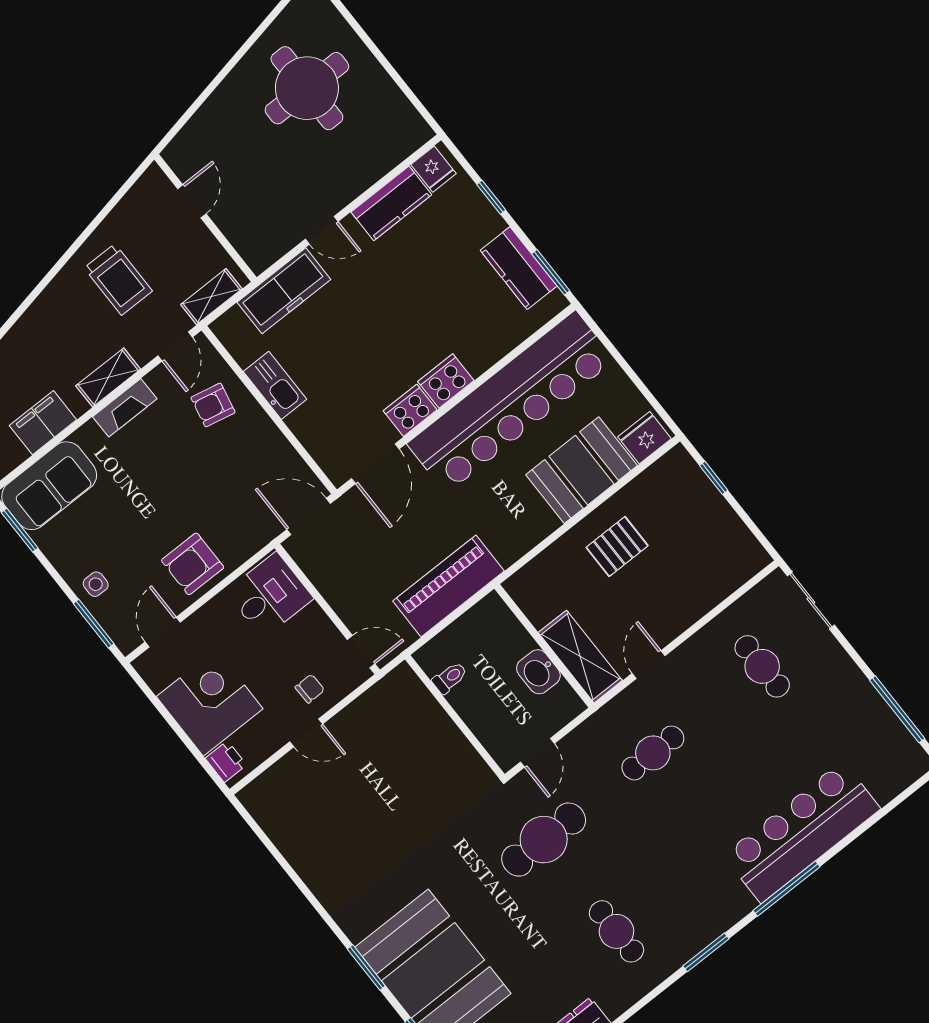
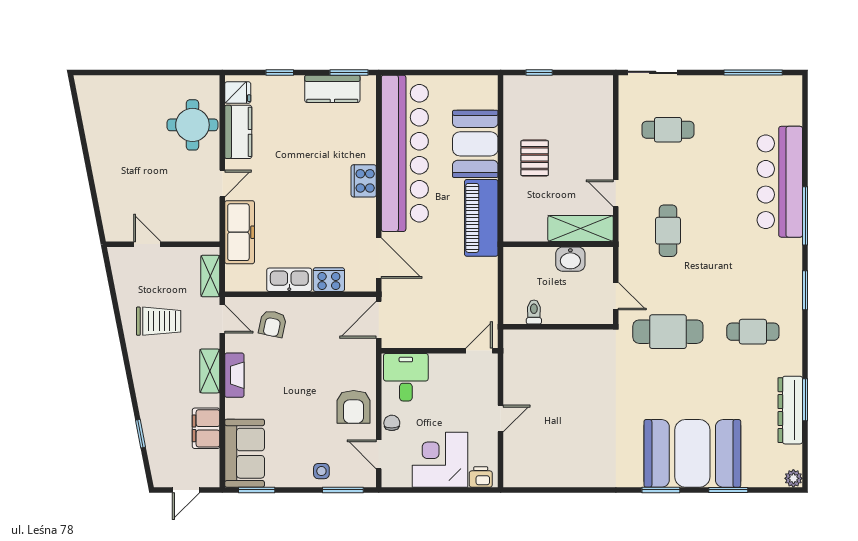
round table: (307, 88) -> (192, 125), moved, width x0.73, depth x0.73
cooker: (410, 410) -> (329, 280), moved, turned 90
fridge: (645, 438) -> (485, 94), removed
piano: (449, 586) -> (481, 218), moved
chair: (310, 689) -> (392, 423), moved
cafe table: (544, 840) -> (668, 332), turned 90

